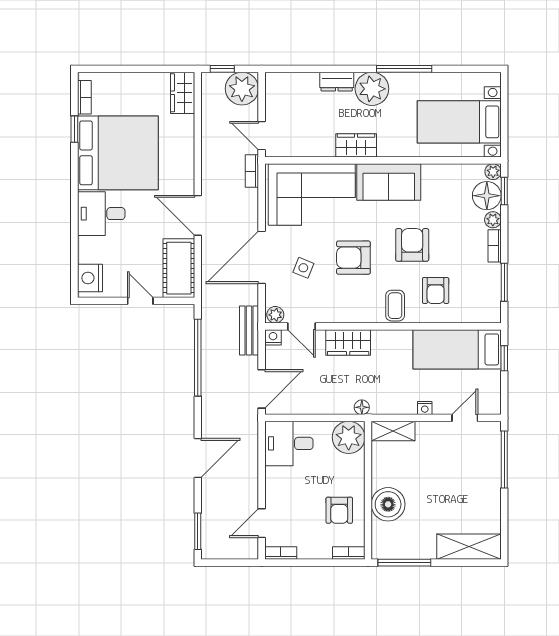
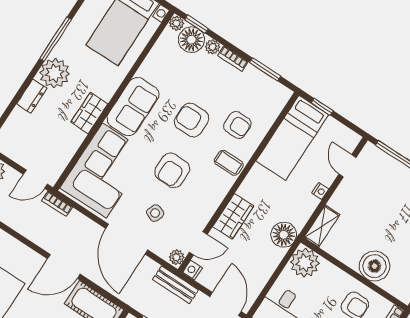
floor lamp: (362, 407) -> (284, 235), width x1.89, depth x1.89

